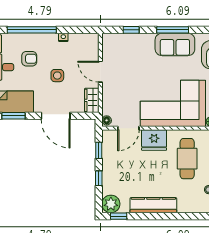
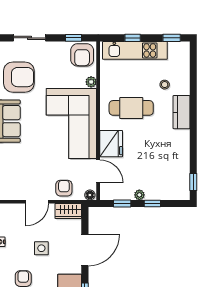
armchair: (113, 96) -> (64, 188), added
plant: (111, 204) -> (139, 195), moved, width x0.53, depth x0.53
kitchen counter: (153, 205) -> (181, 112), moved, width x0.67

